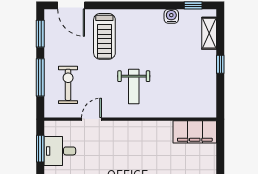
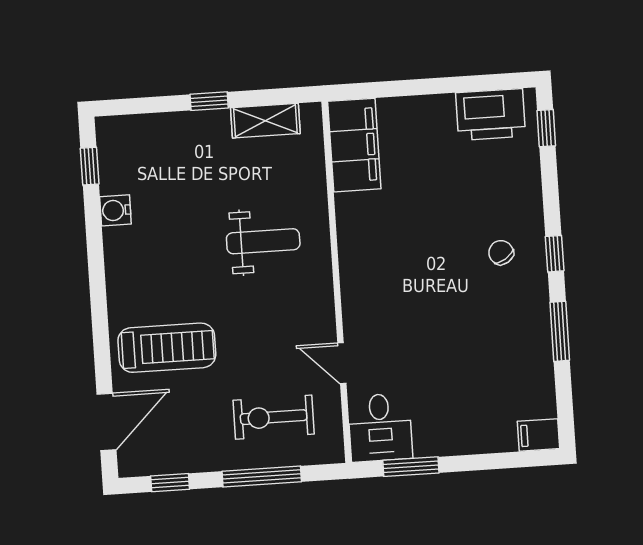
shelving: (209, 33) -> (265, 121), moved
window: (40, 34) -> (170, 483), width x0.67
weight bench: (134, 87) -> (263, 241), moved
desk: (60, 151) -> (380, 427), moved

